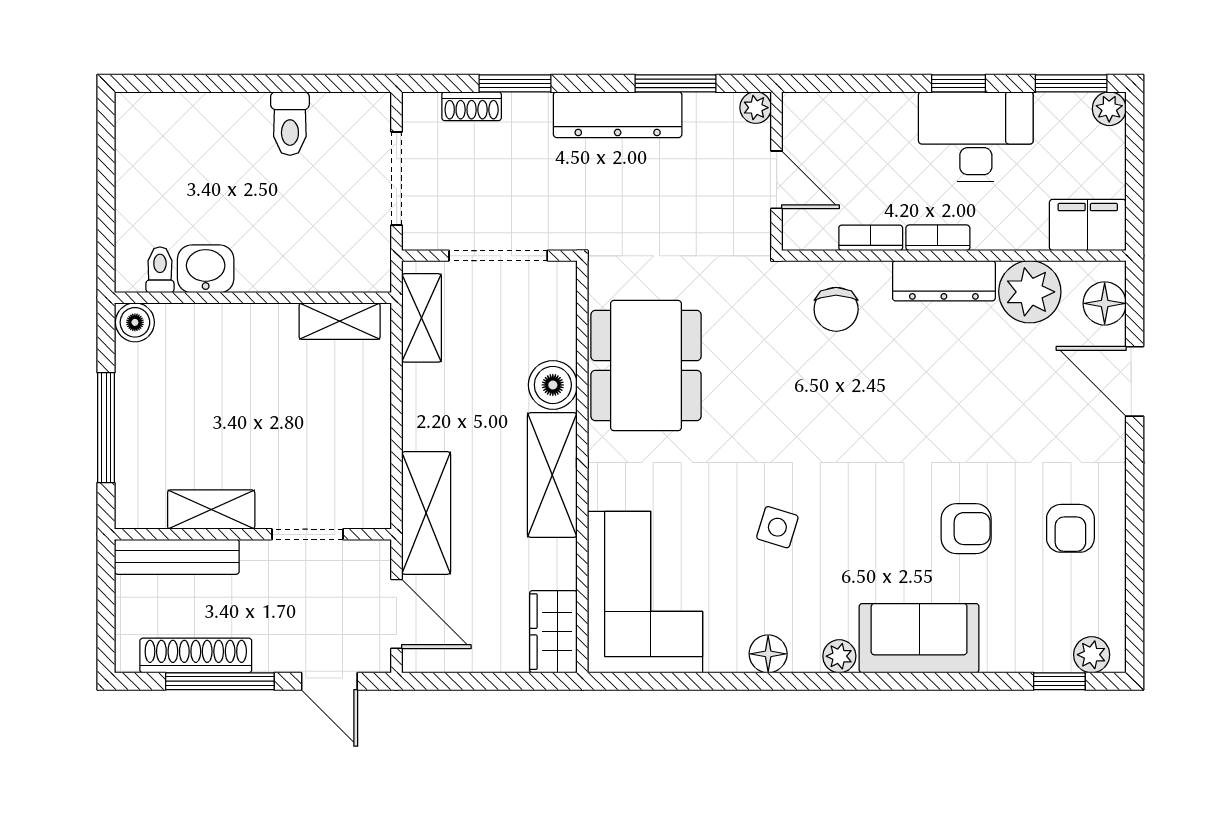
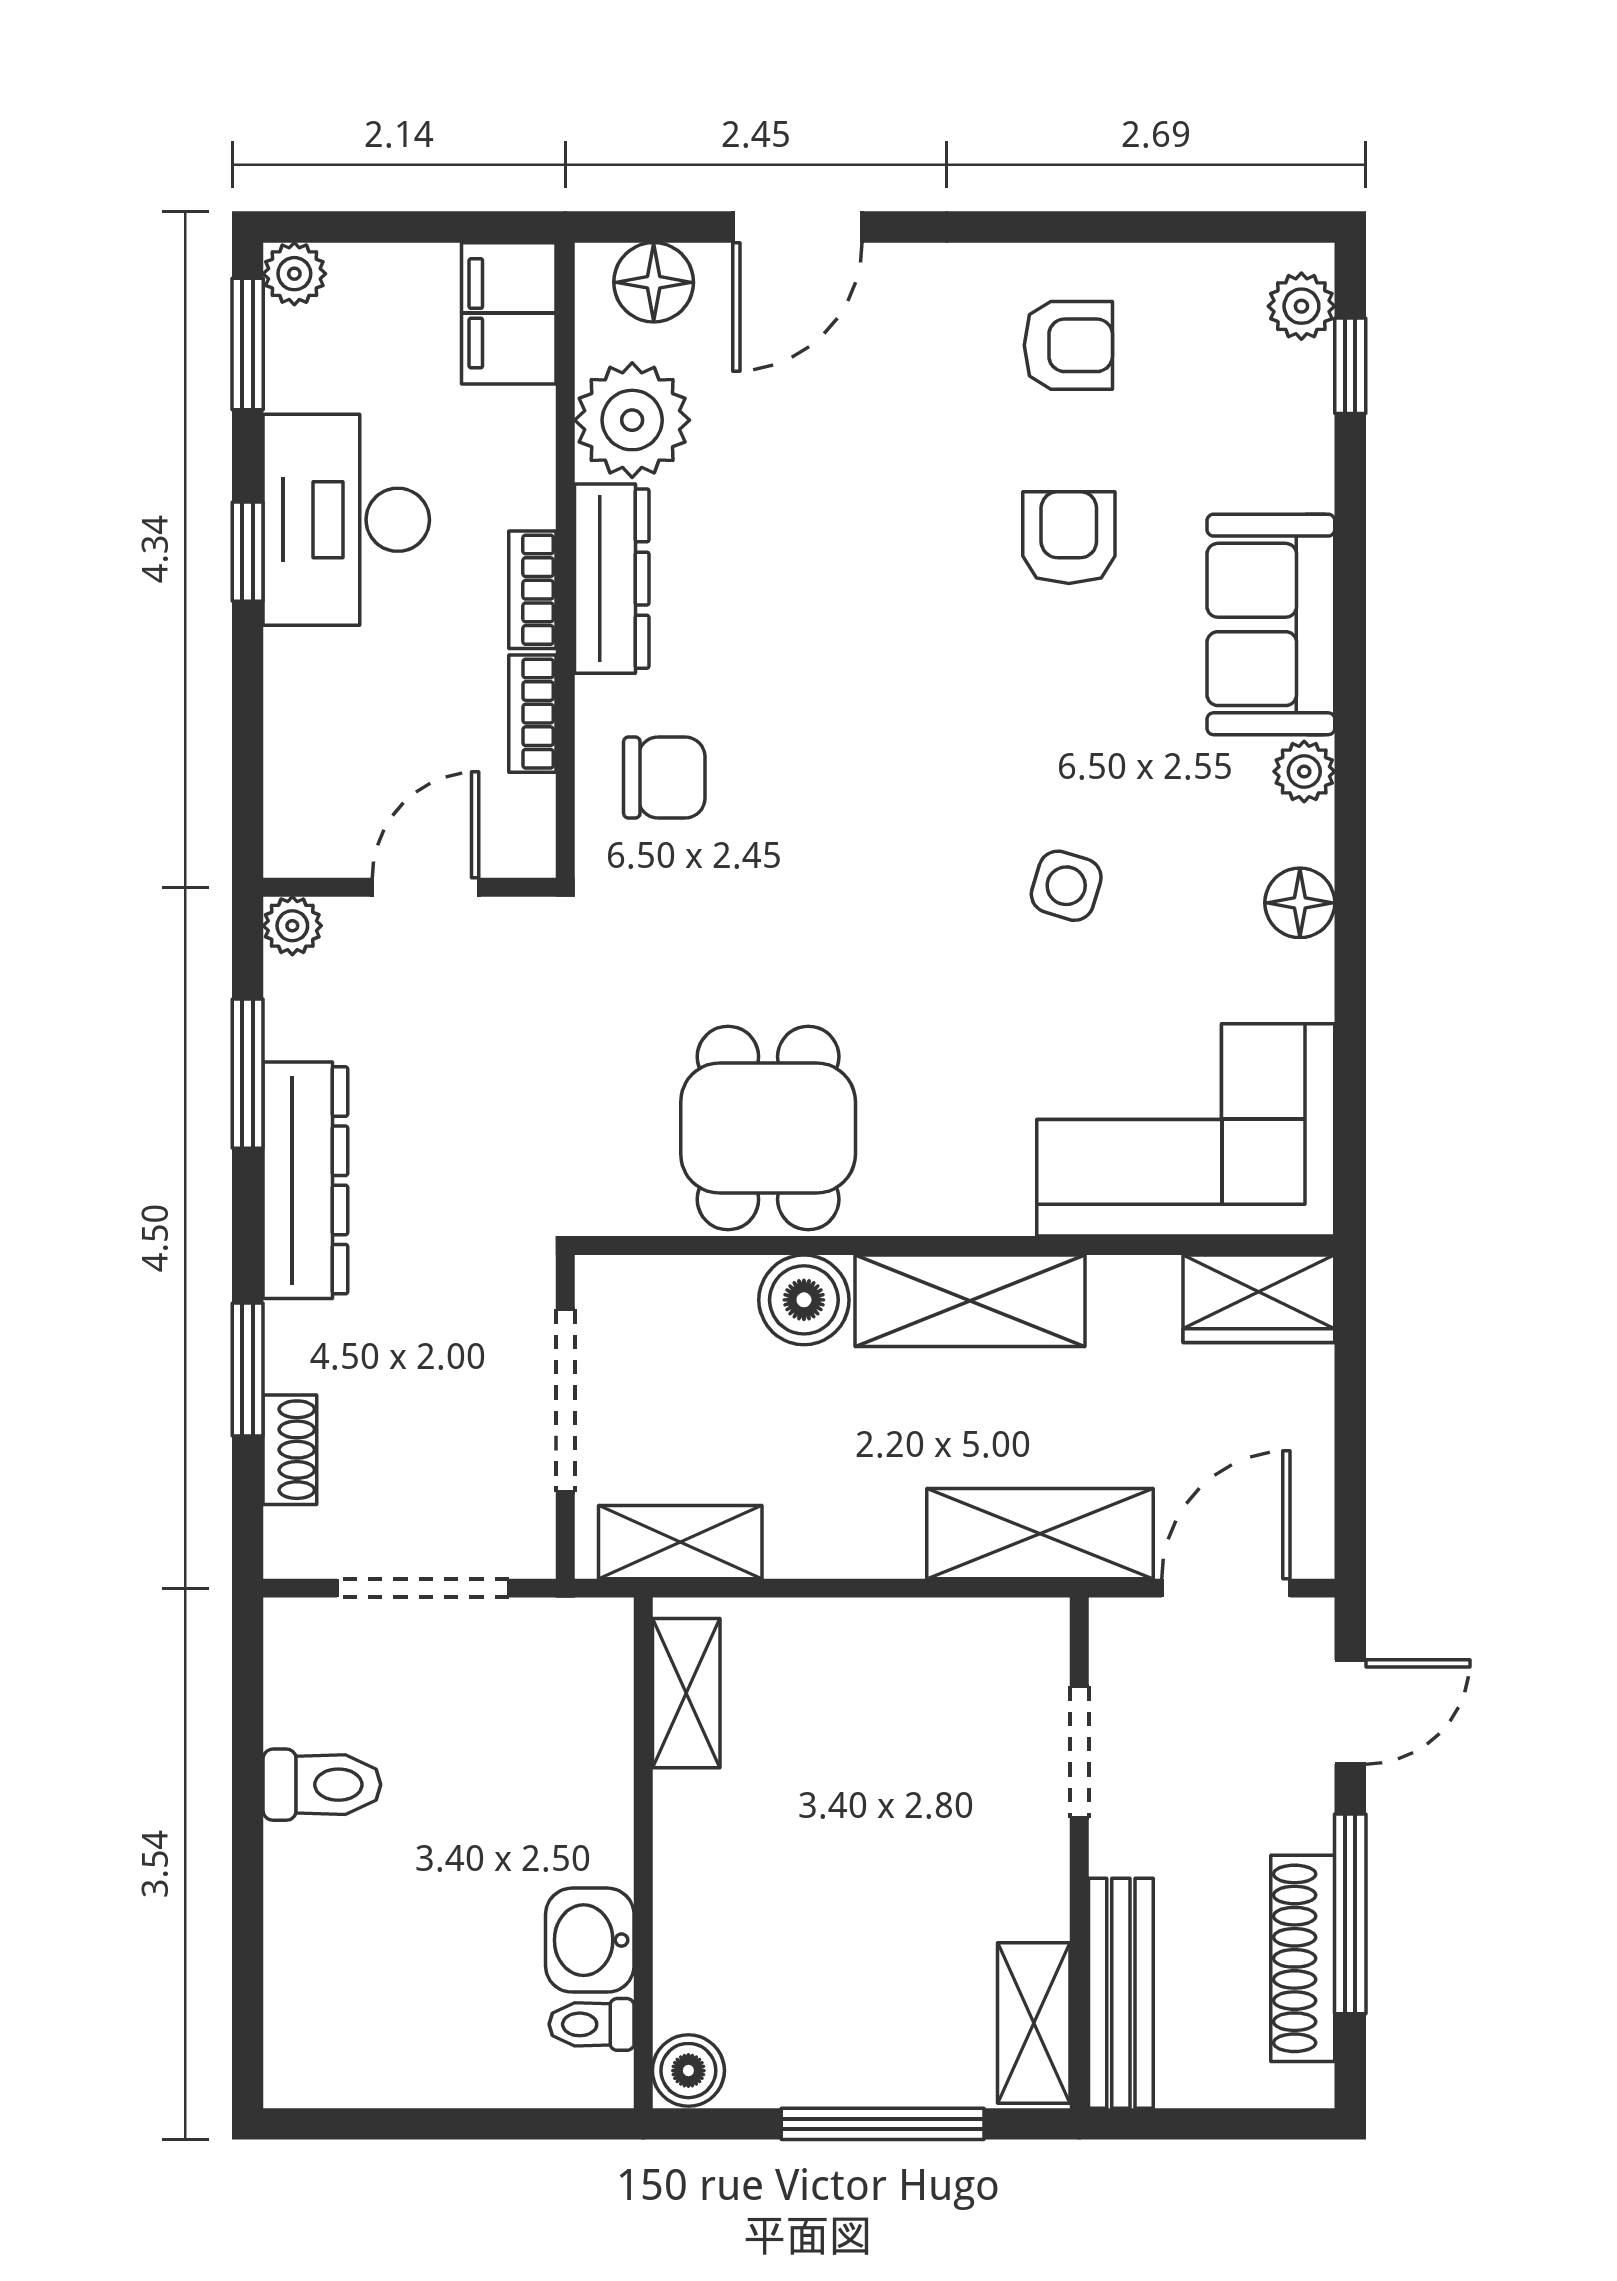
dining table: (646, 366) -> (768, 1128), width x0.73
shelving: (211, 510) -> (1034, 2023), moved

